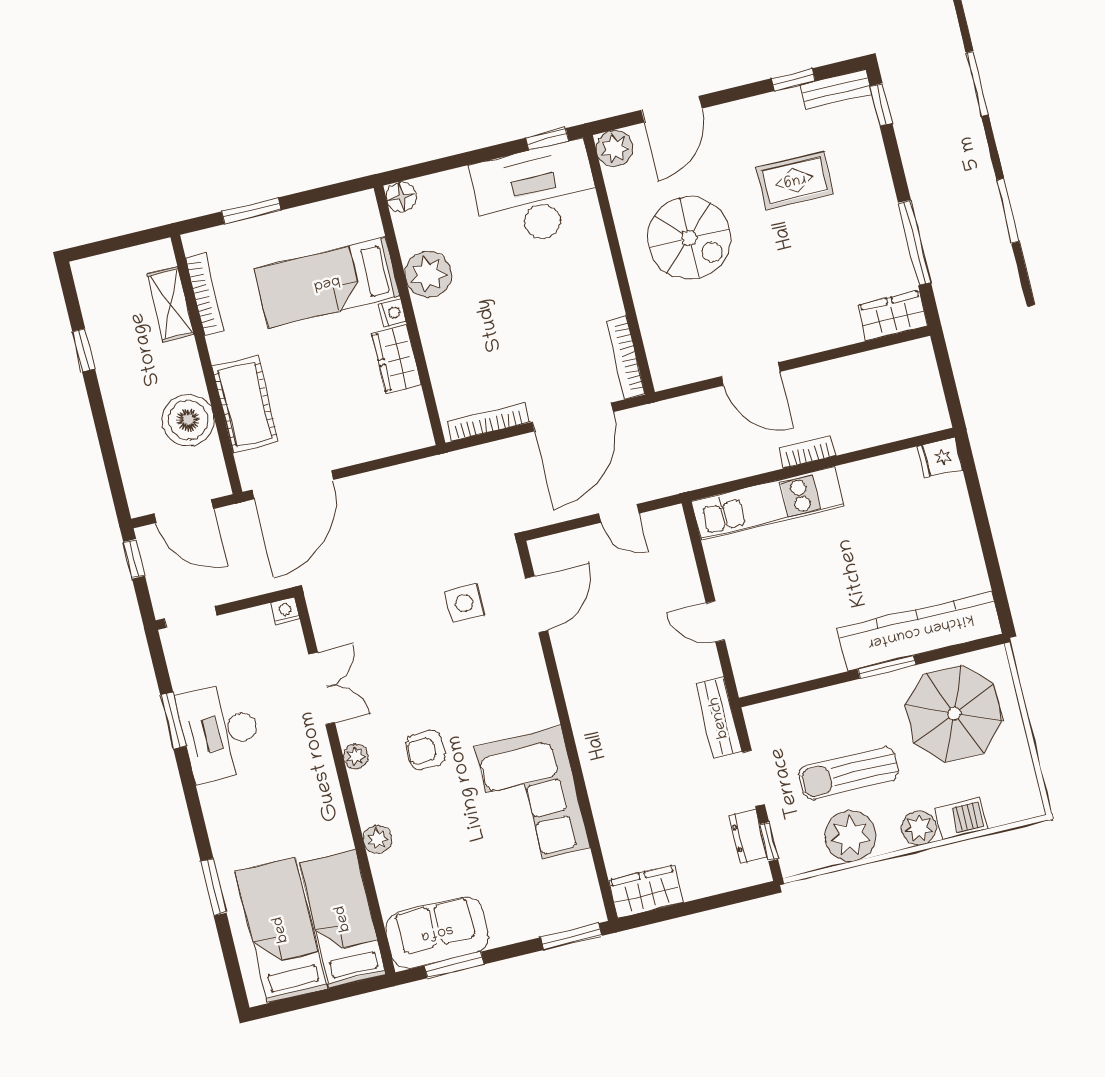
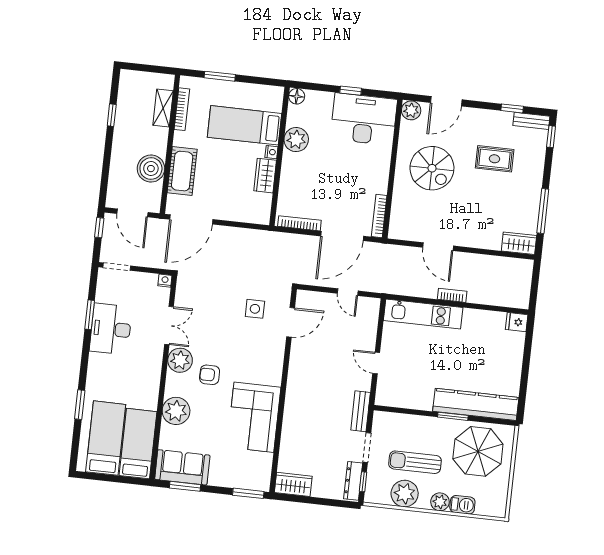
window: (547, 139) -> (351, 91), moved
plant: (356, 756) -> (180, 360), width x1.87, depth x1.87
dresser: (748, 836) -> (353, 481), width x1.44
plant: (378, 839) -> (176, 411), width x1.87, depth x1.87

